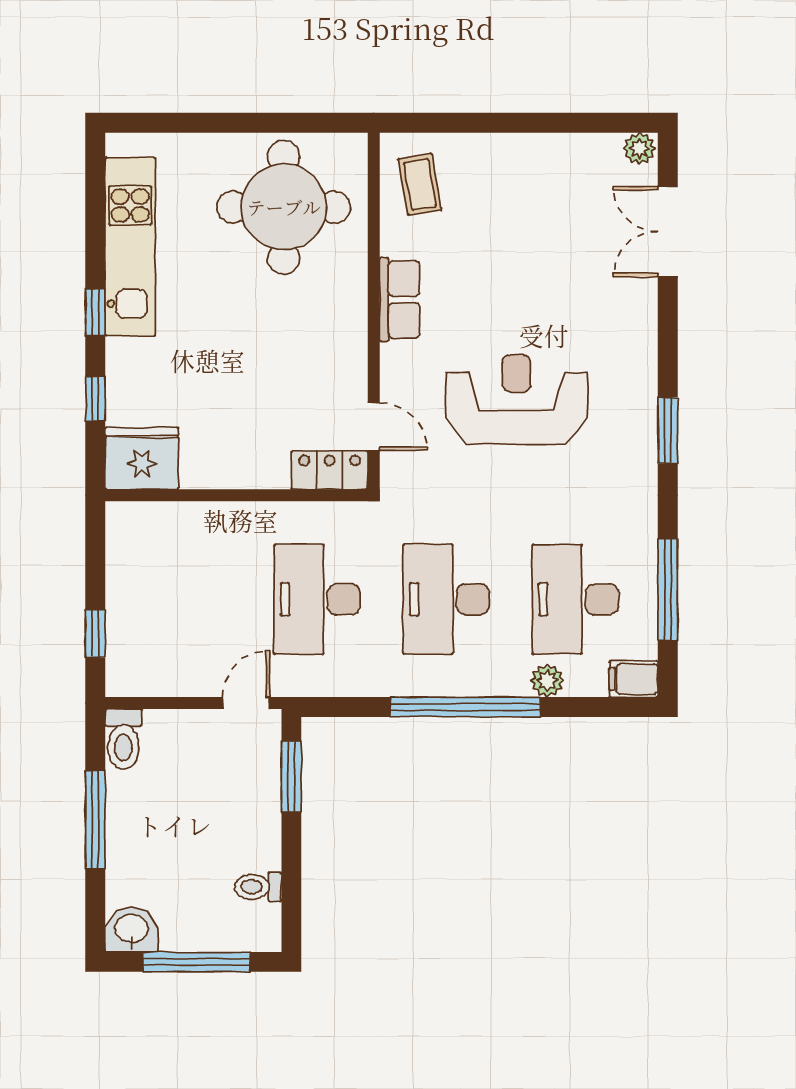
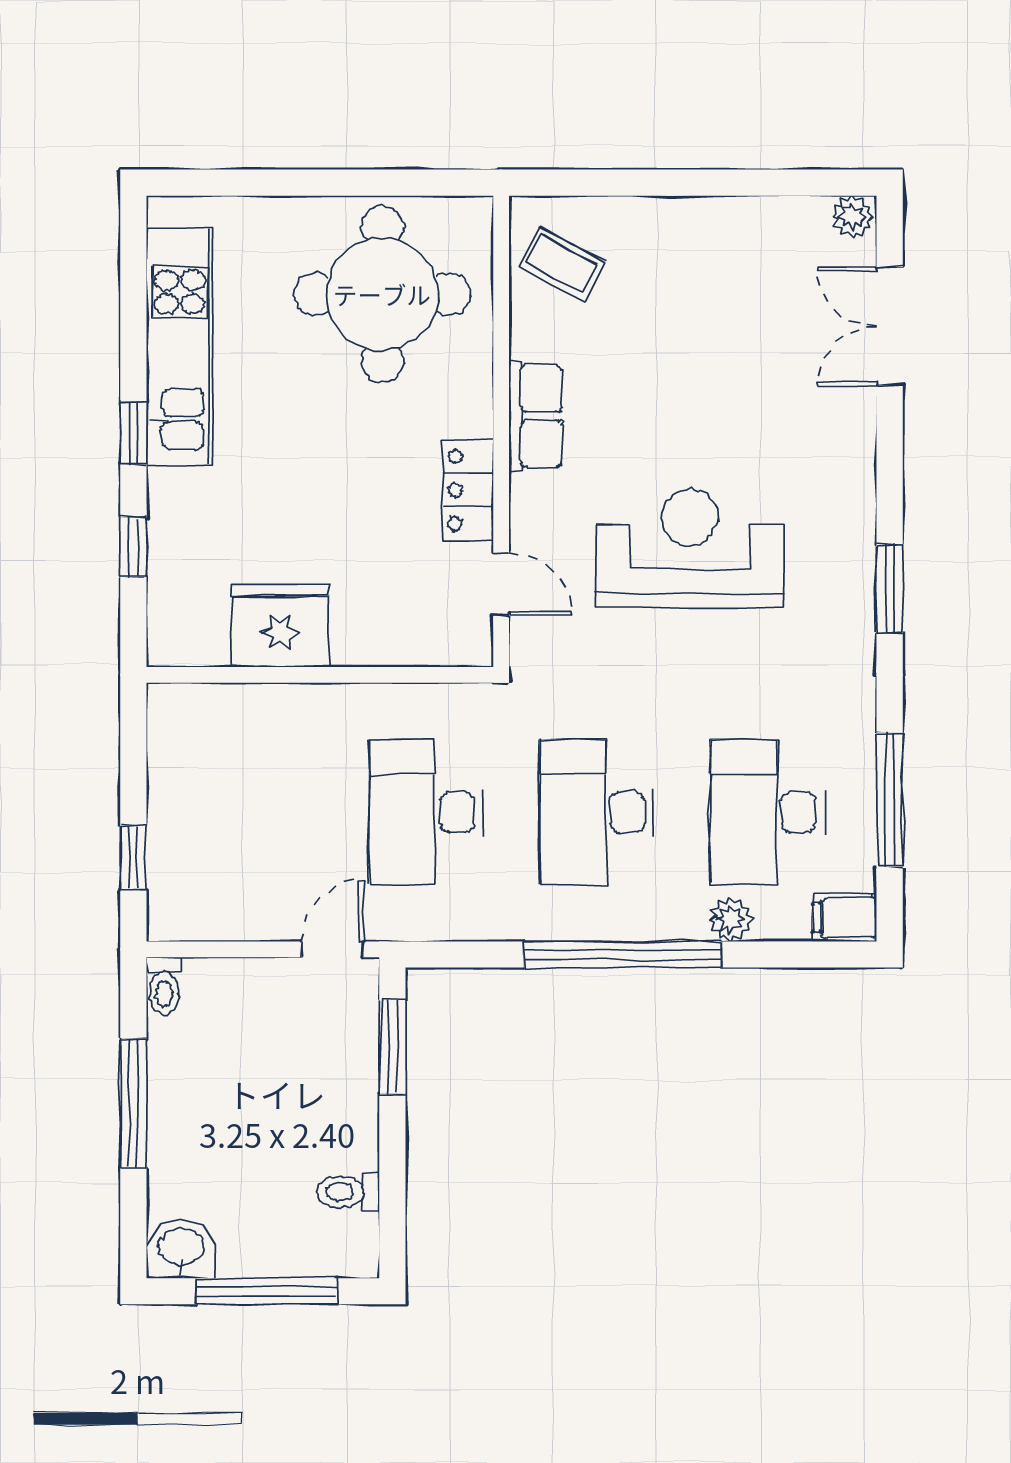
coffee table: (420, 184) -> (562, 264), turned -52
fridge: (142, 458) -> (280, 626), moved
locker: (330, 470) -> (468, 490), moved, turned -90
toilet: (123, 739) -> (164, 986), width x0.73, depth x0.72

